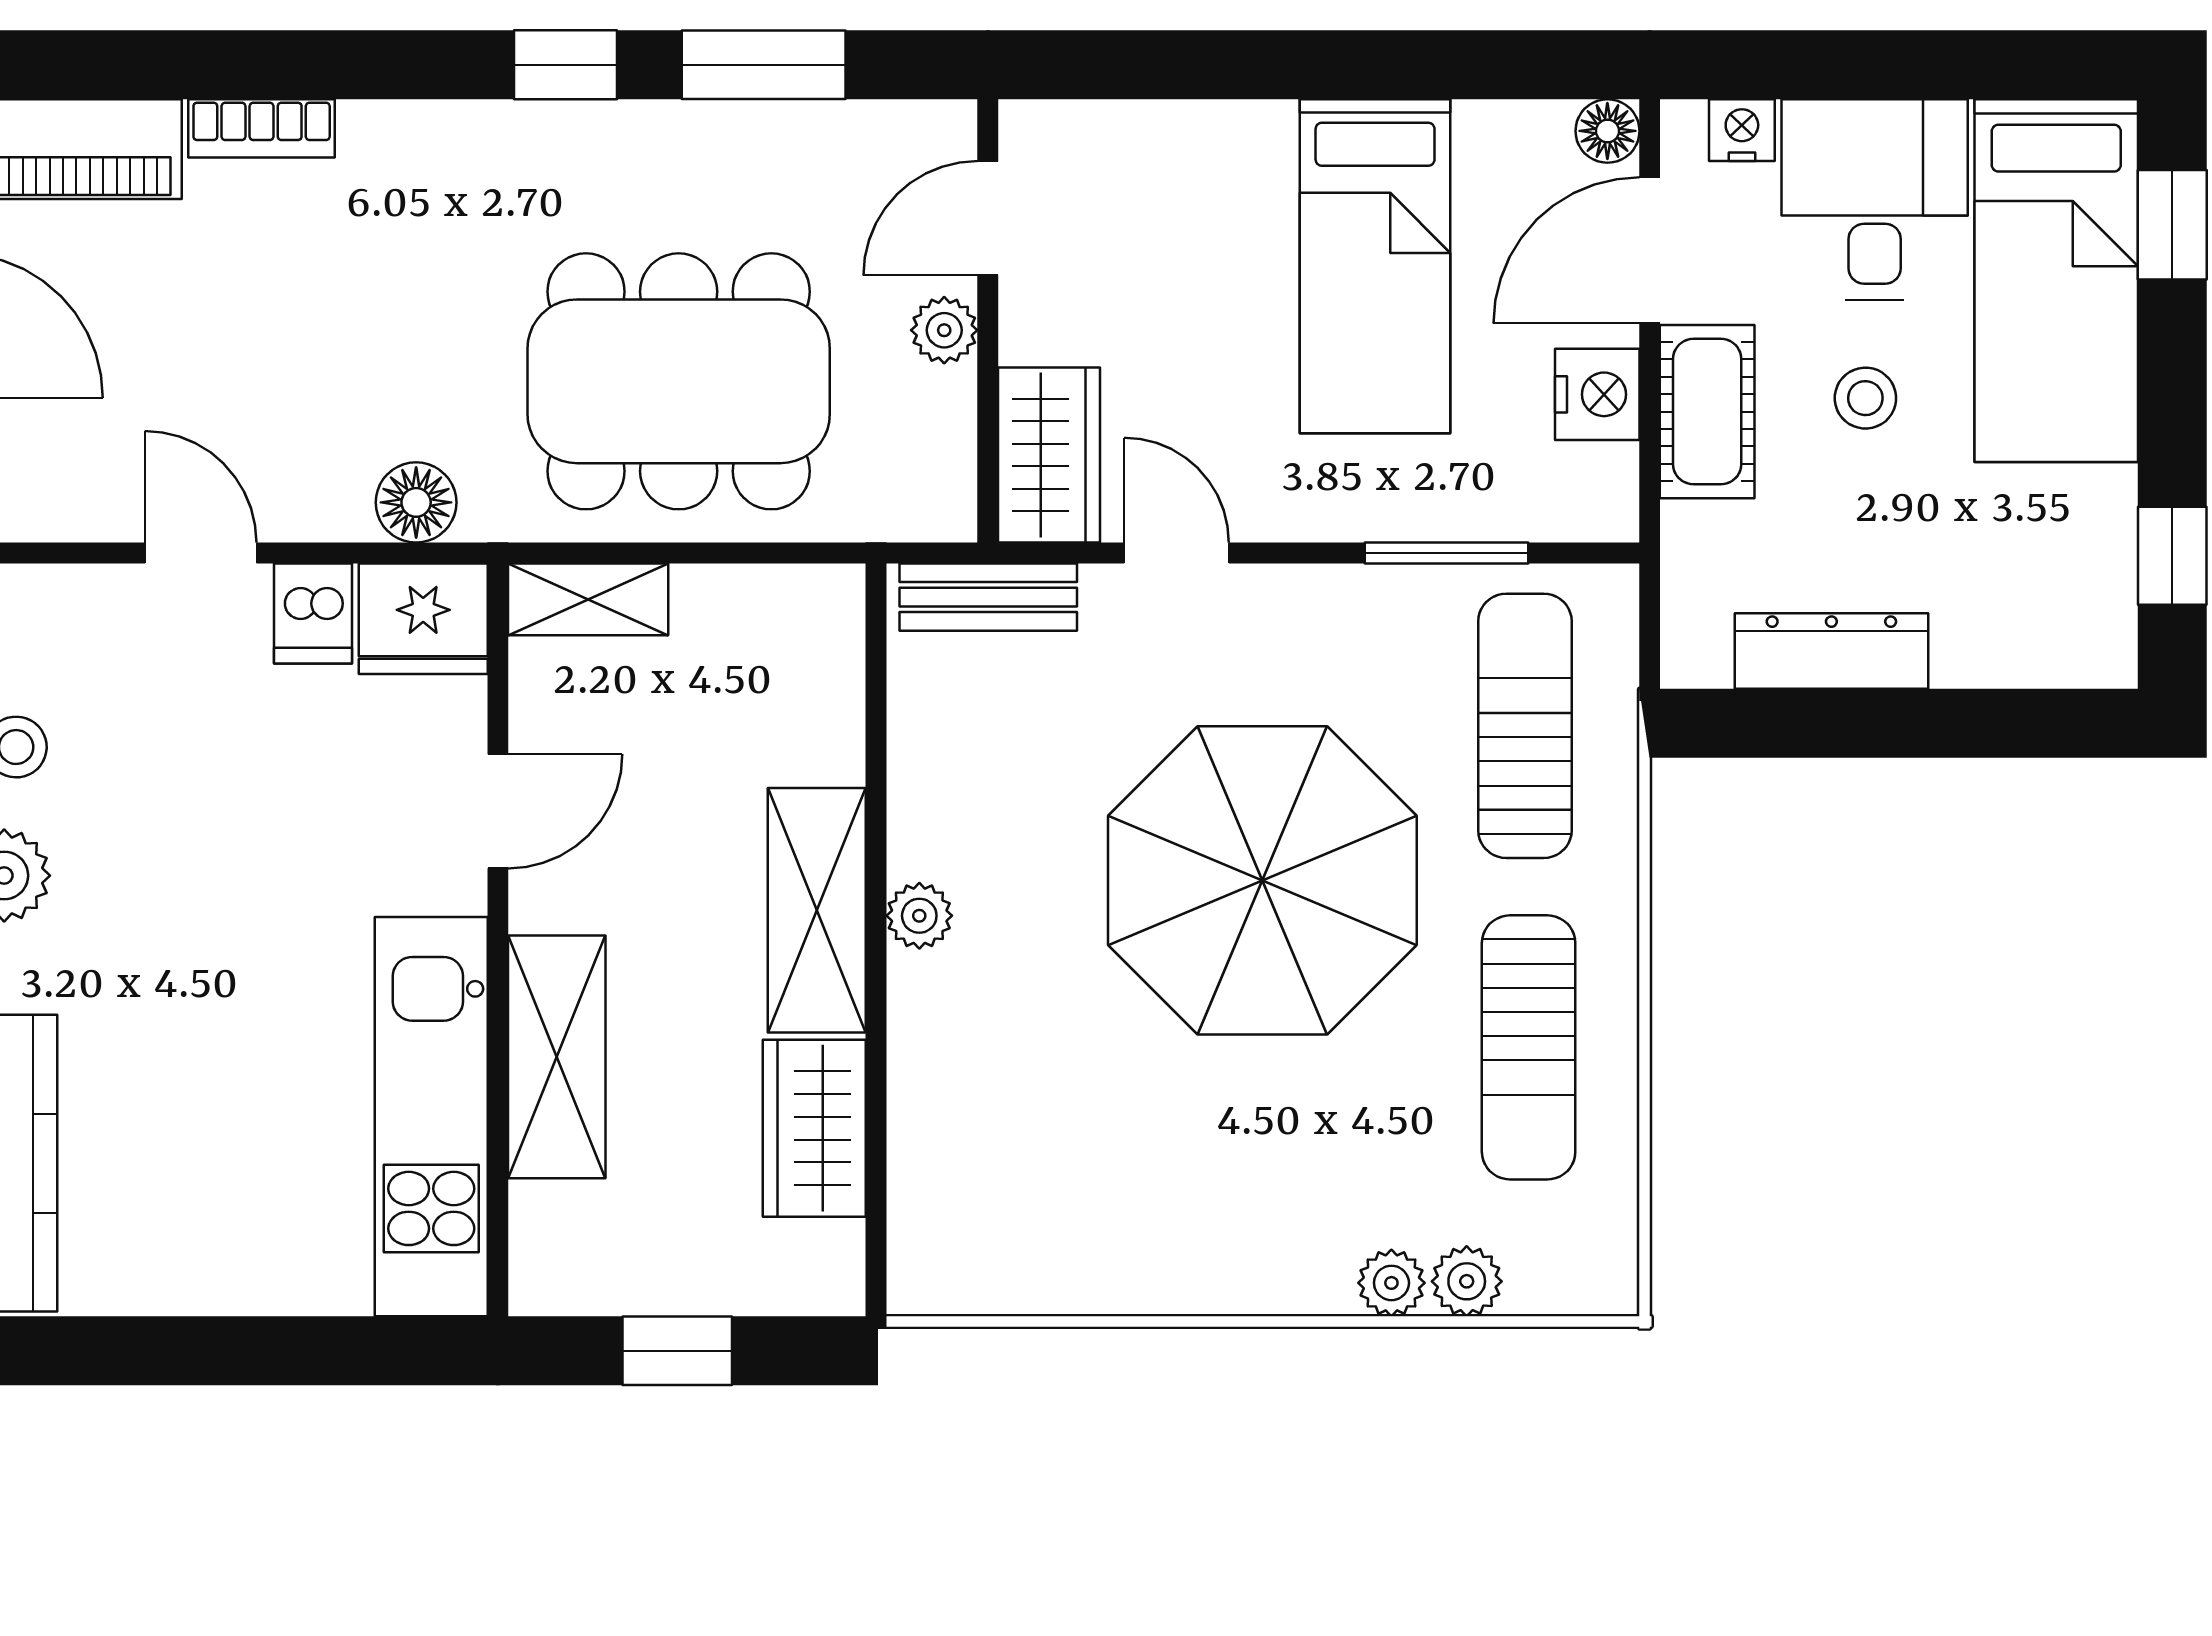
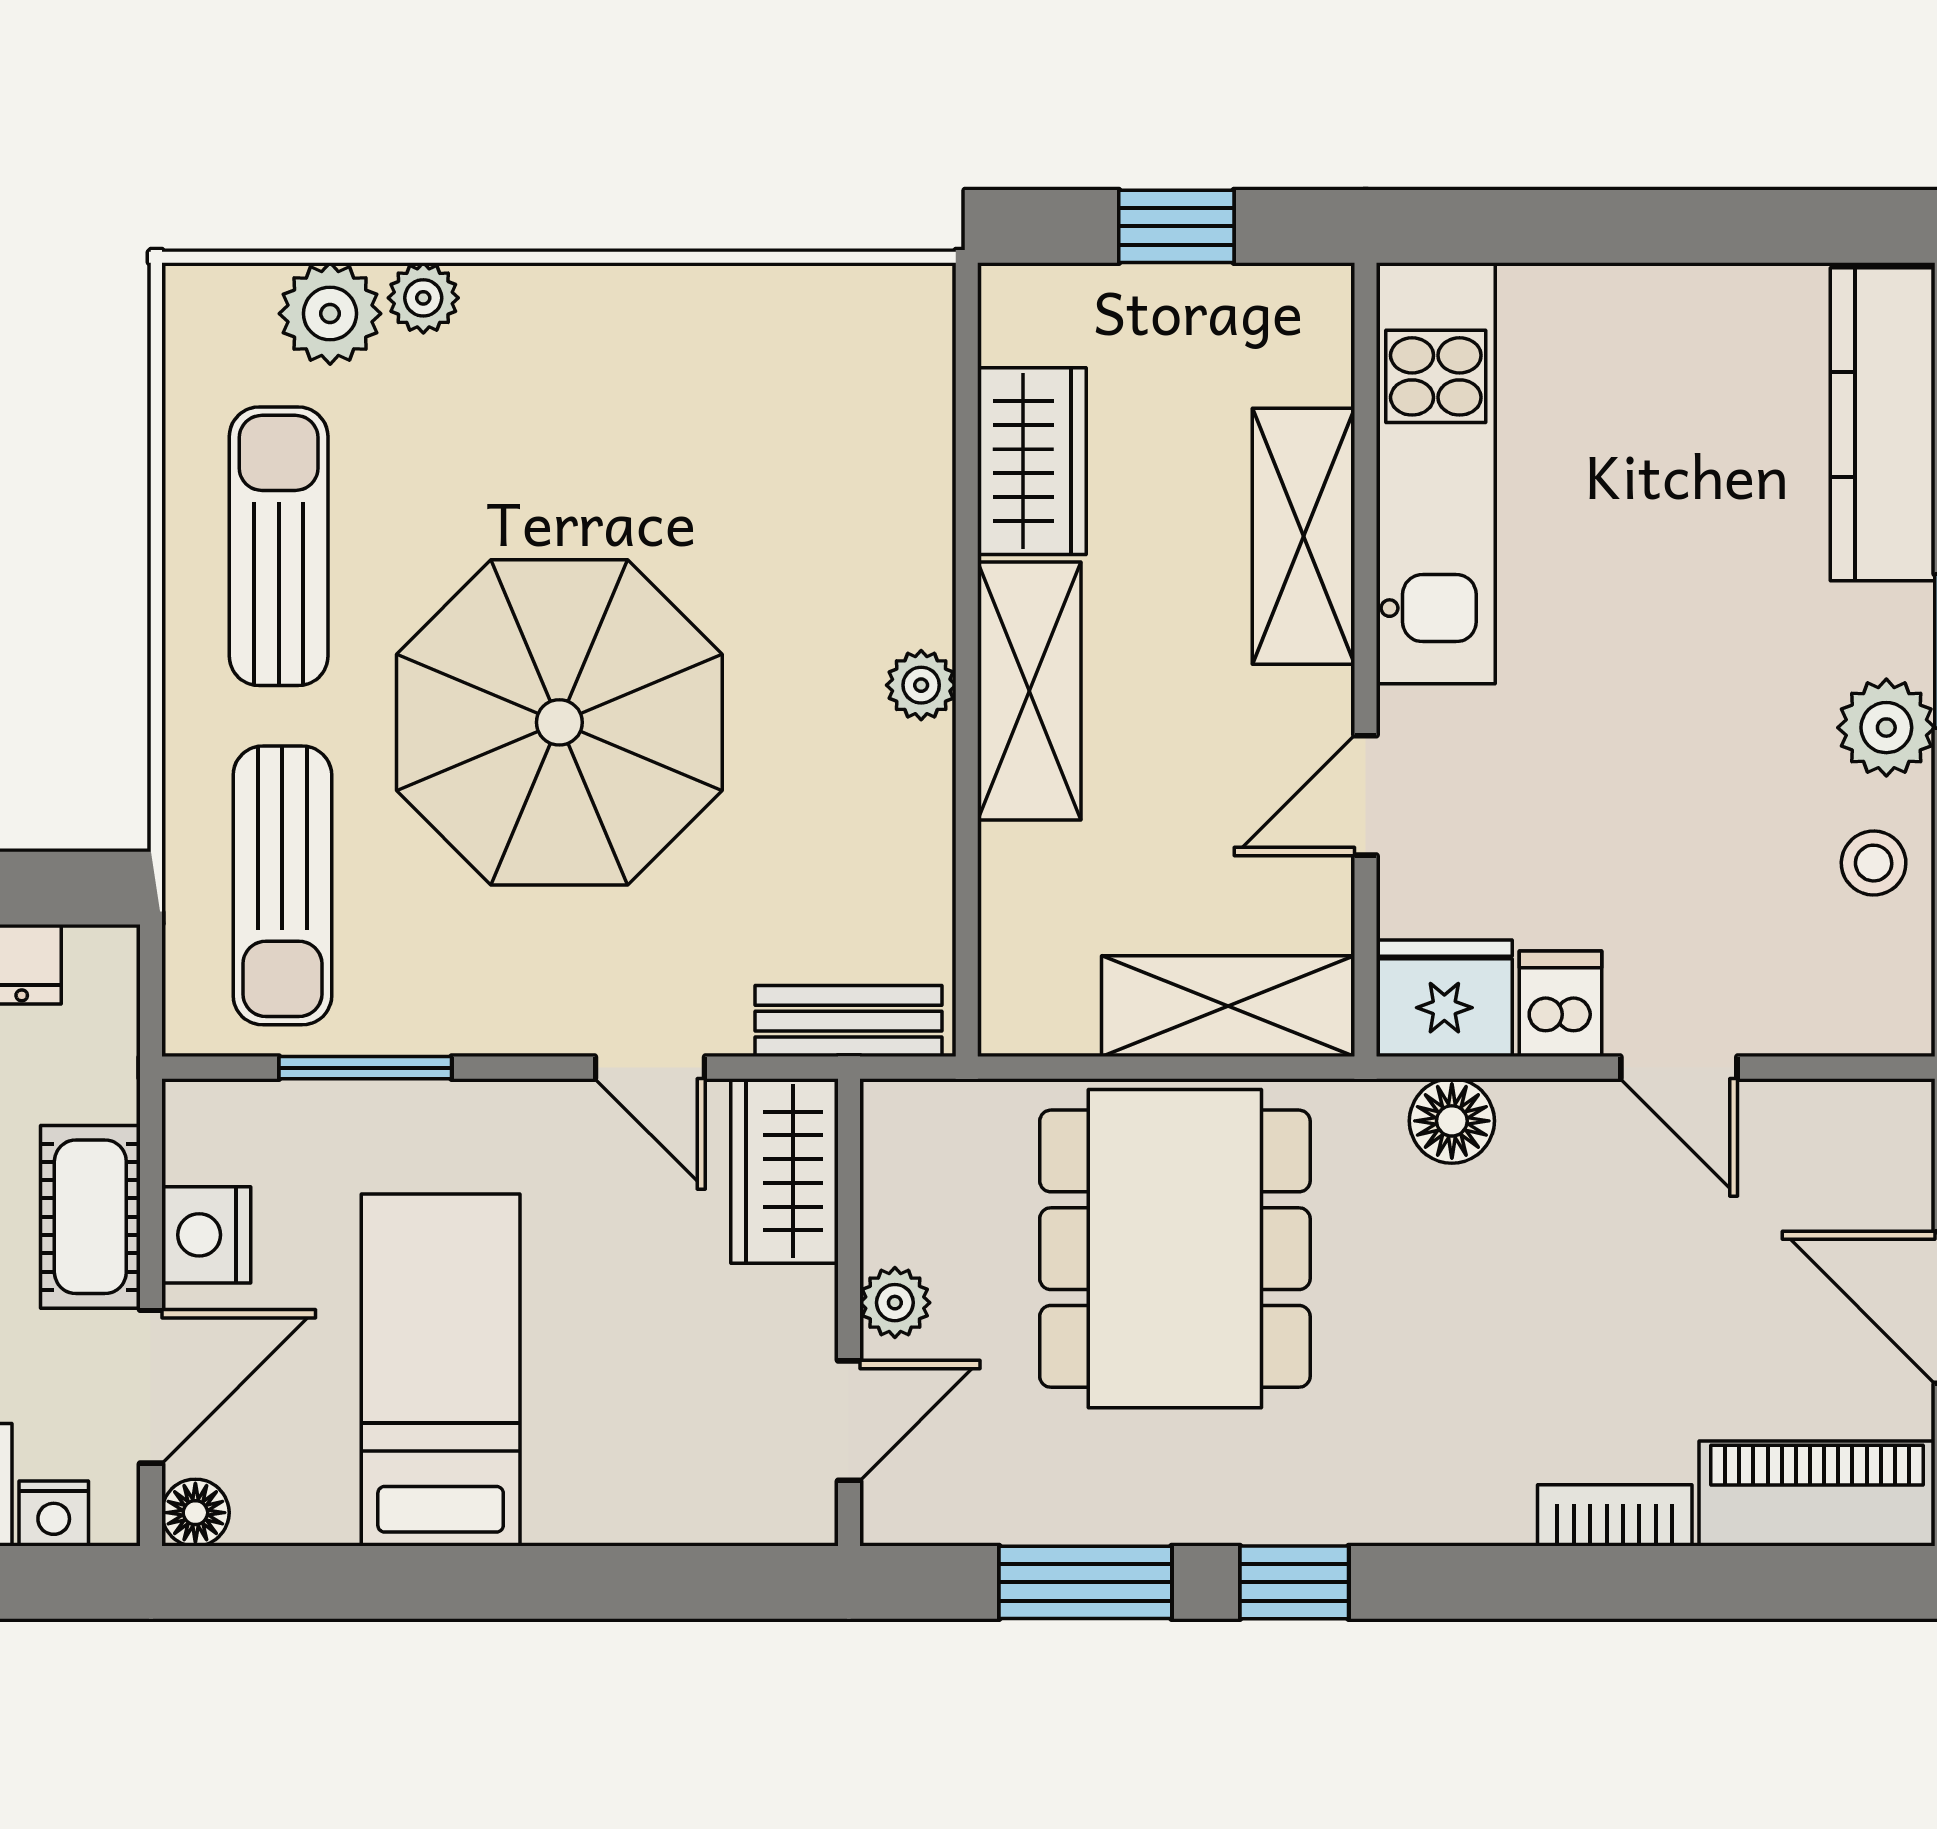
dining table: (679, 381) -> (1175, 1249), turned 90
shelving: (588, 599) -> (1228, 1006), width x1.50, depth x1.33
plant: (1467, 1281) -> (330, 314), width x1.38, depth x1.38

